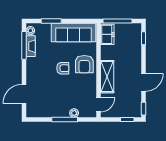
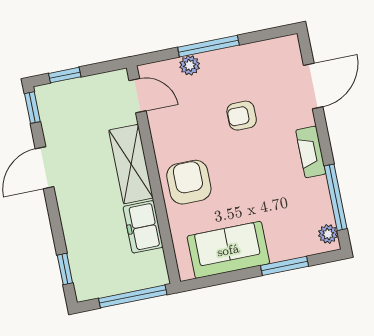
sofa: (73, 32) -> (228, 250), width x0.73
freezer: (107, 34) -> (143, 227), moved
fireplace: (31, 46) -> (311, 152), moved
armchair: (63, 68) -> (242, 116), moved
door: (99, 105) -> (138, 96), swing flipped

